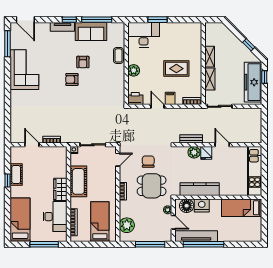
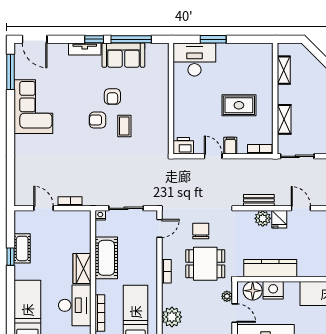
coffee table: (118, 55) -> (124, 126), moved
shelving: (210, 57) -> (284, 70), moved
plant: (134, 70) -> (181, 108), removed

